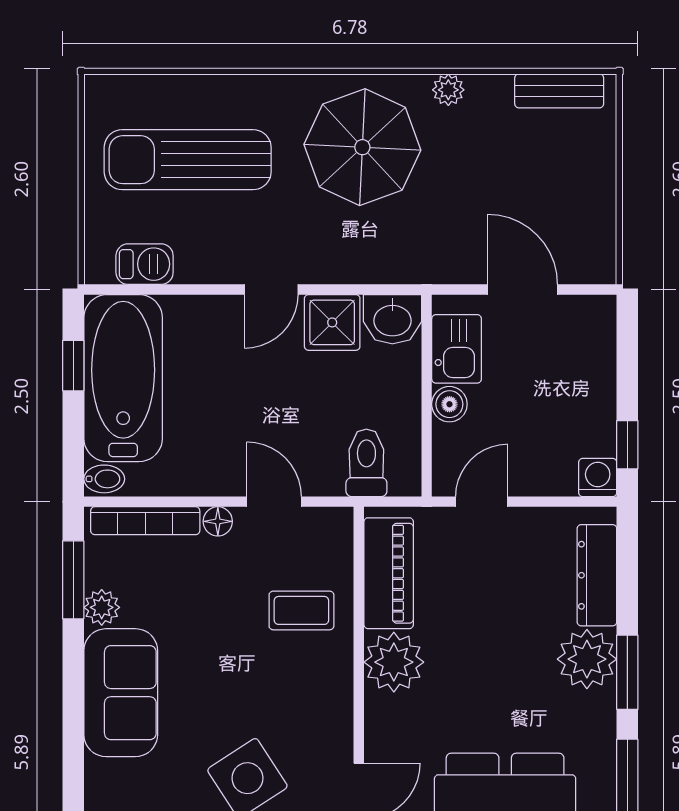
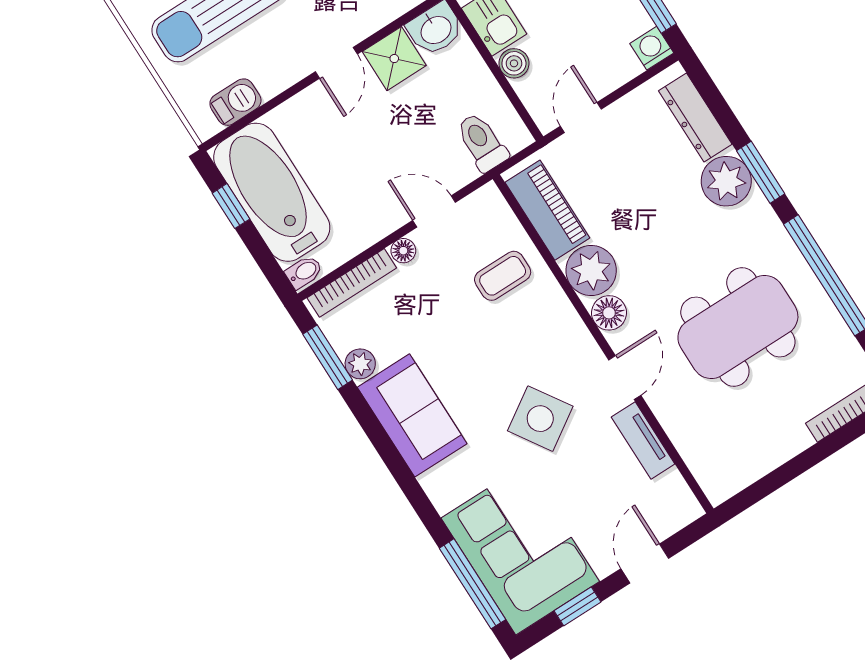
floor lamp: (385, 716) -> (609, 313), added

